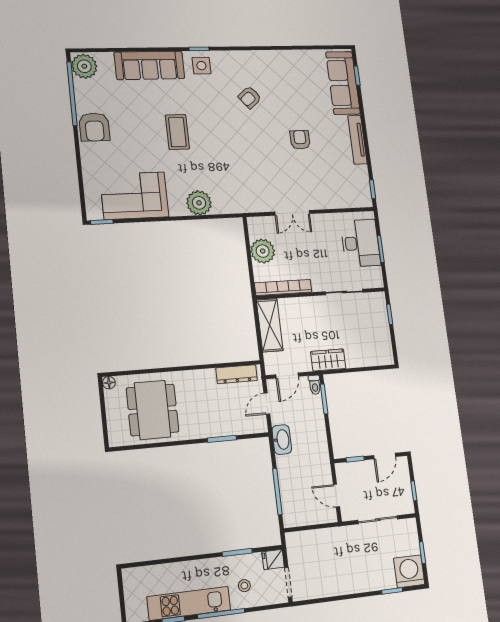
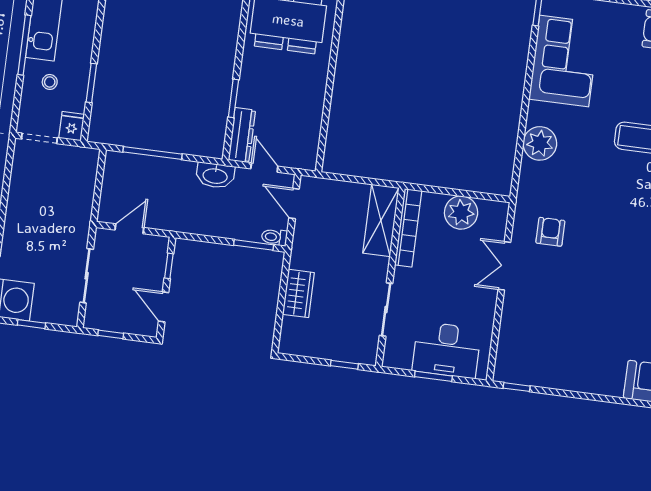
armchair: (300, 140) -> (550, 232), moved, turned -90
tv unit: (357, 140) -> (588, 384), removed
shelving: (270, 325) -> (381, 220), moved, turned 90
wardrobe: (328, 360) -> (298, 293), moved
dresser: (237, 374) -> (242, 135), moved, turned 180

